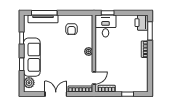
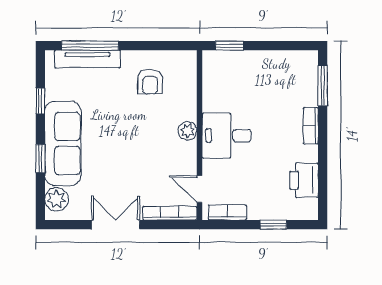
printer: (141, 23) -> (304, 180), moved
desk: (106, 26) -> (227, 136), moved, turned -90
door: (94, 78) -> (199, 189), swing flipped

